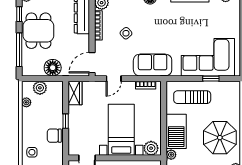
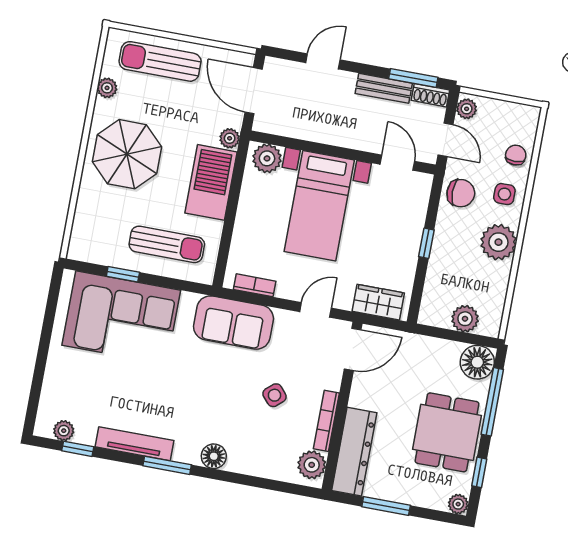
floor lamp: (53, 68) -> (477, 362), moved
wardrobe: (75, 93) -> (378, 302), moved, turned 90
plant: (26, 102) -> (498, 242), moved, width x1.88, depth x1.88
chair: (54, 136) -> (461, 193), moved

